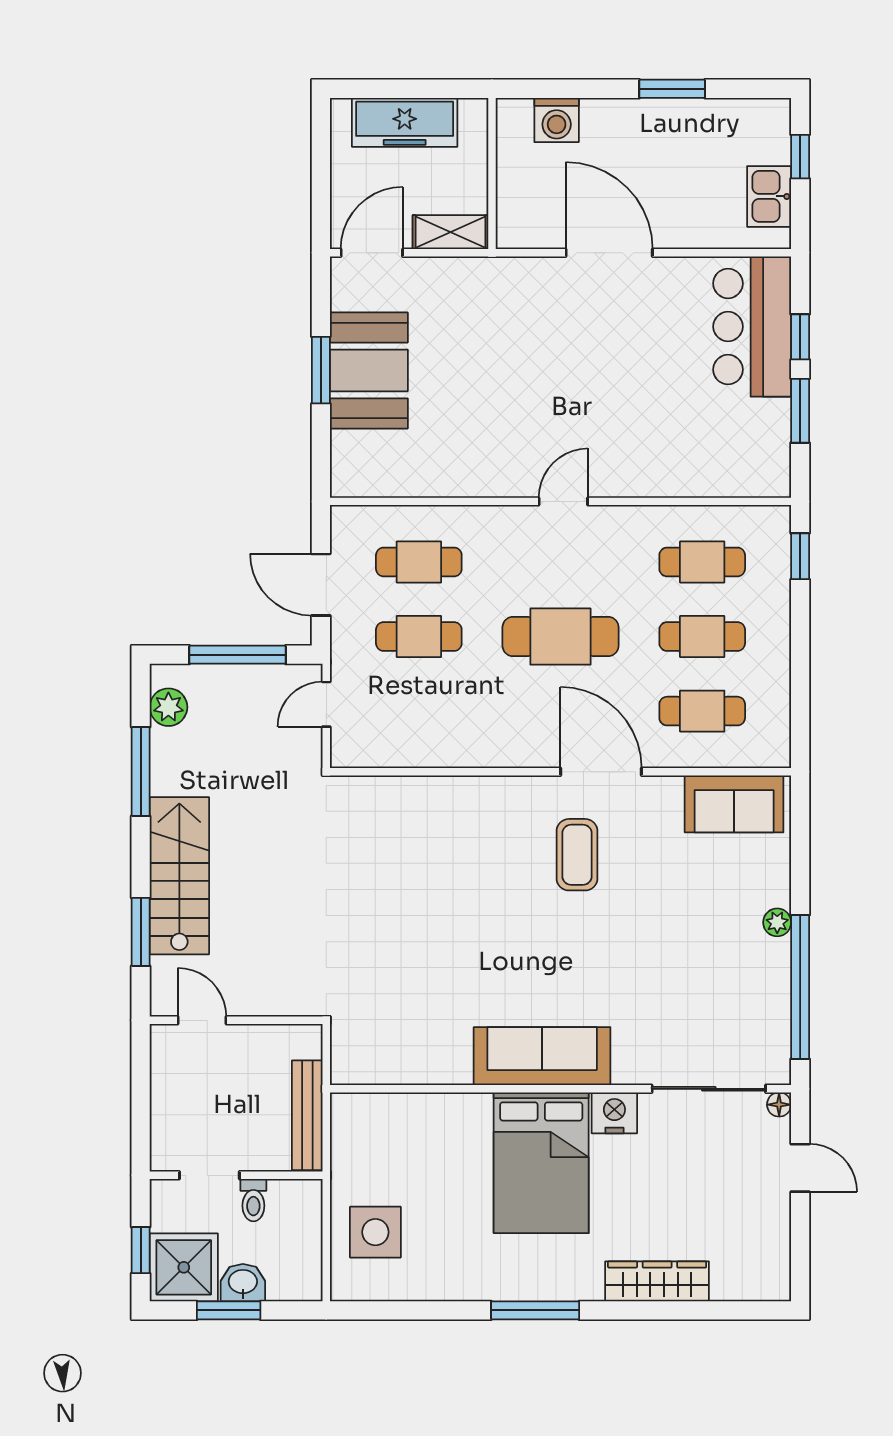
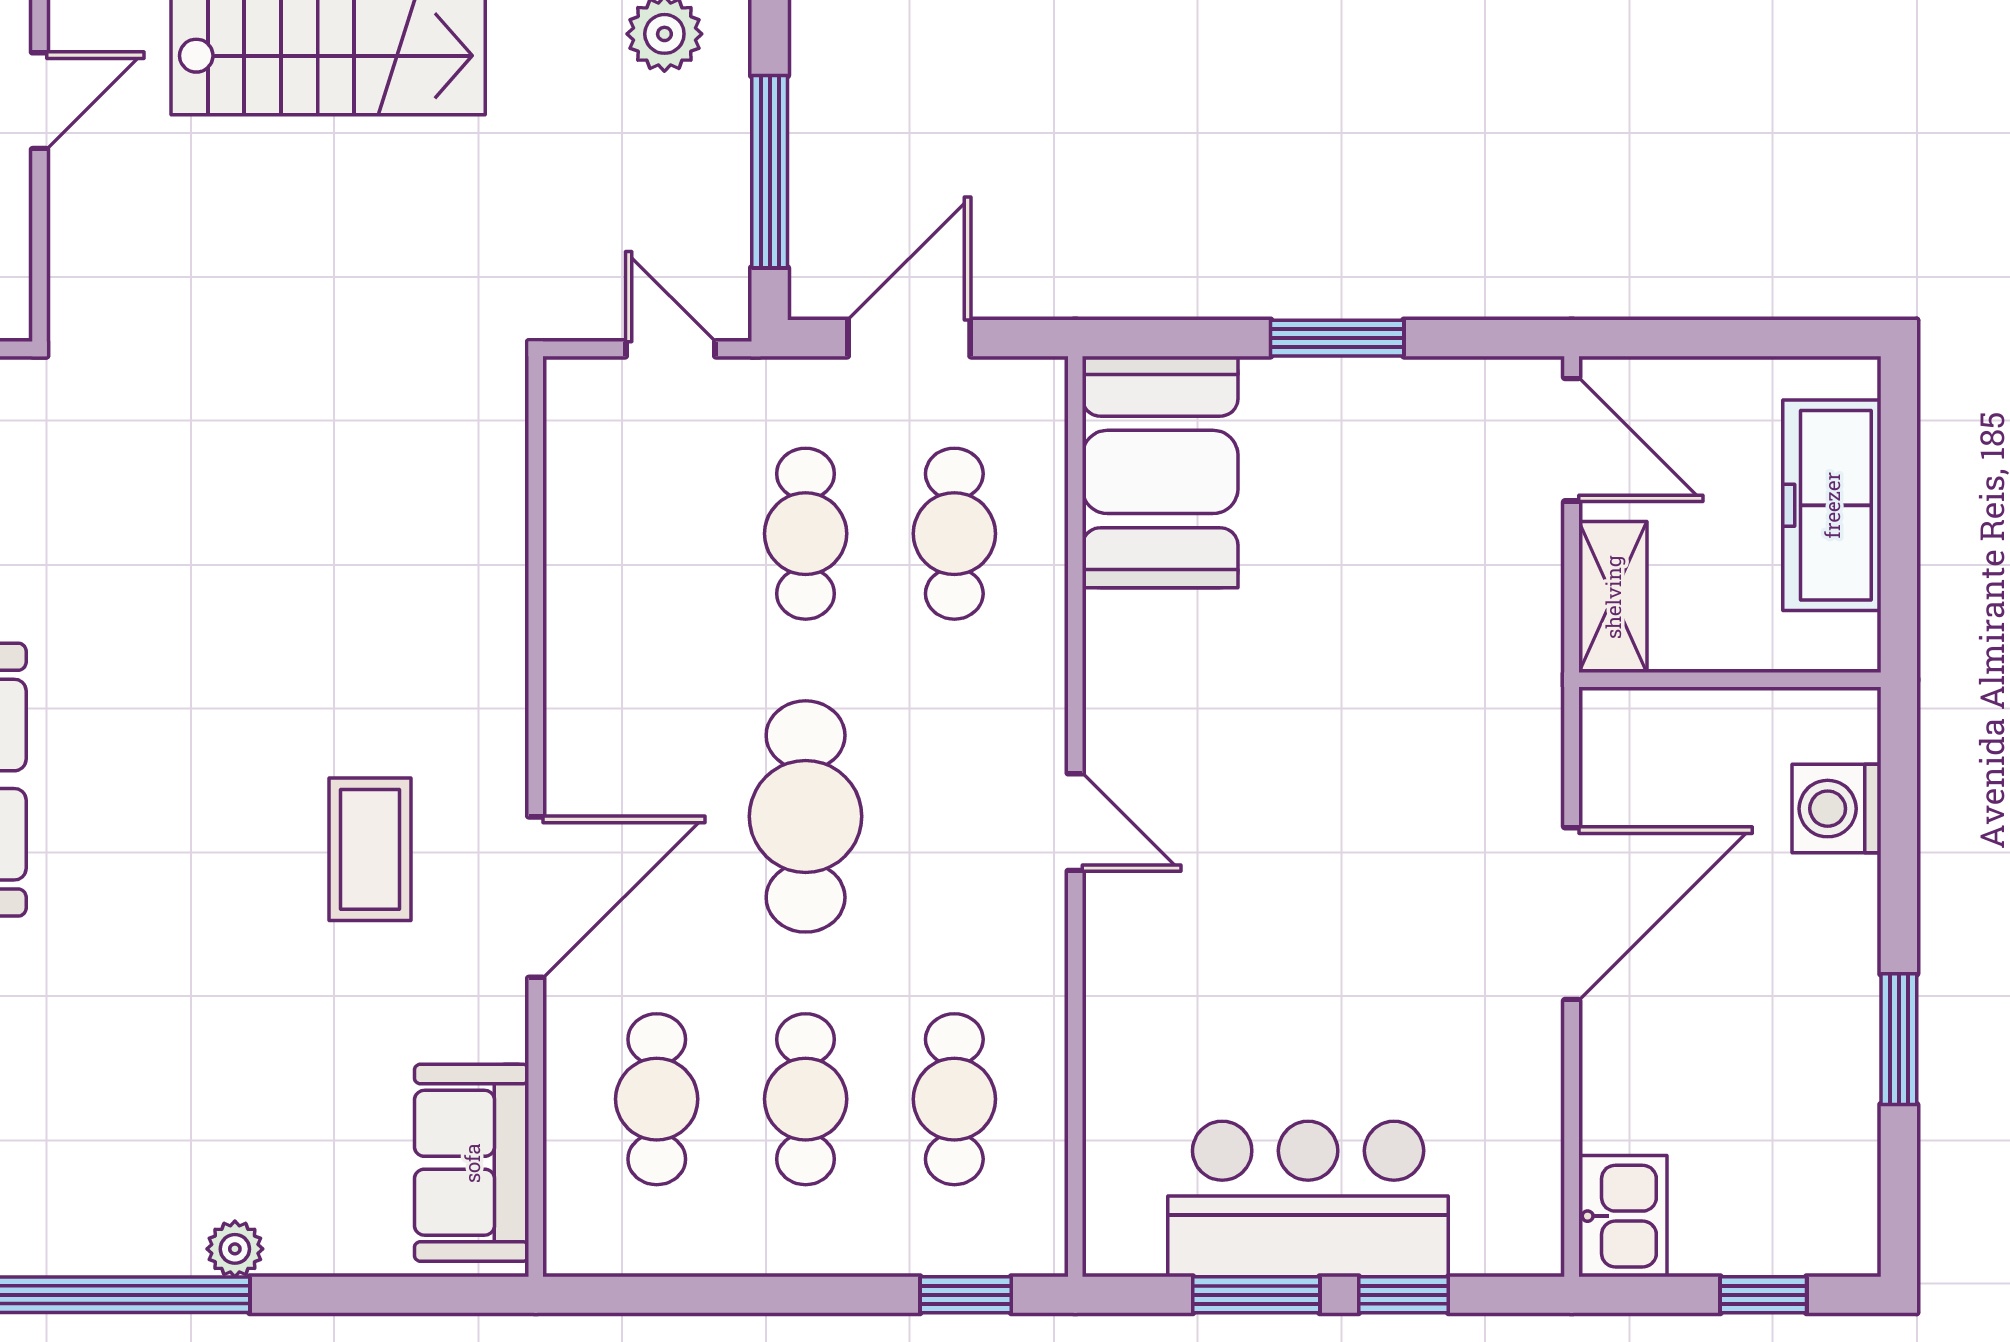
kitchen sink: (769, 196) -> (1623, 1216), moved, turned 90
bar counter: (752, 327) -> (1308, 1199), moved
booth: (369, 370) -> (1160, 472), moved, turned 90
coffee table: (577, 855) -> (370, 849), turned 90

